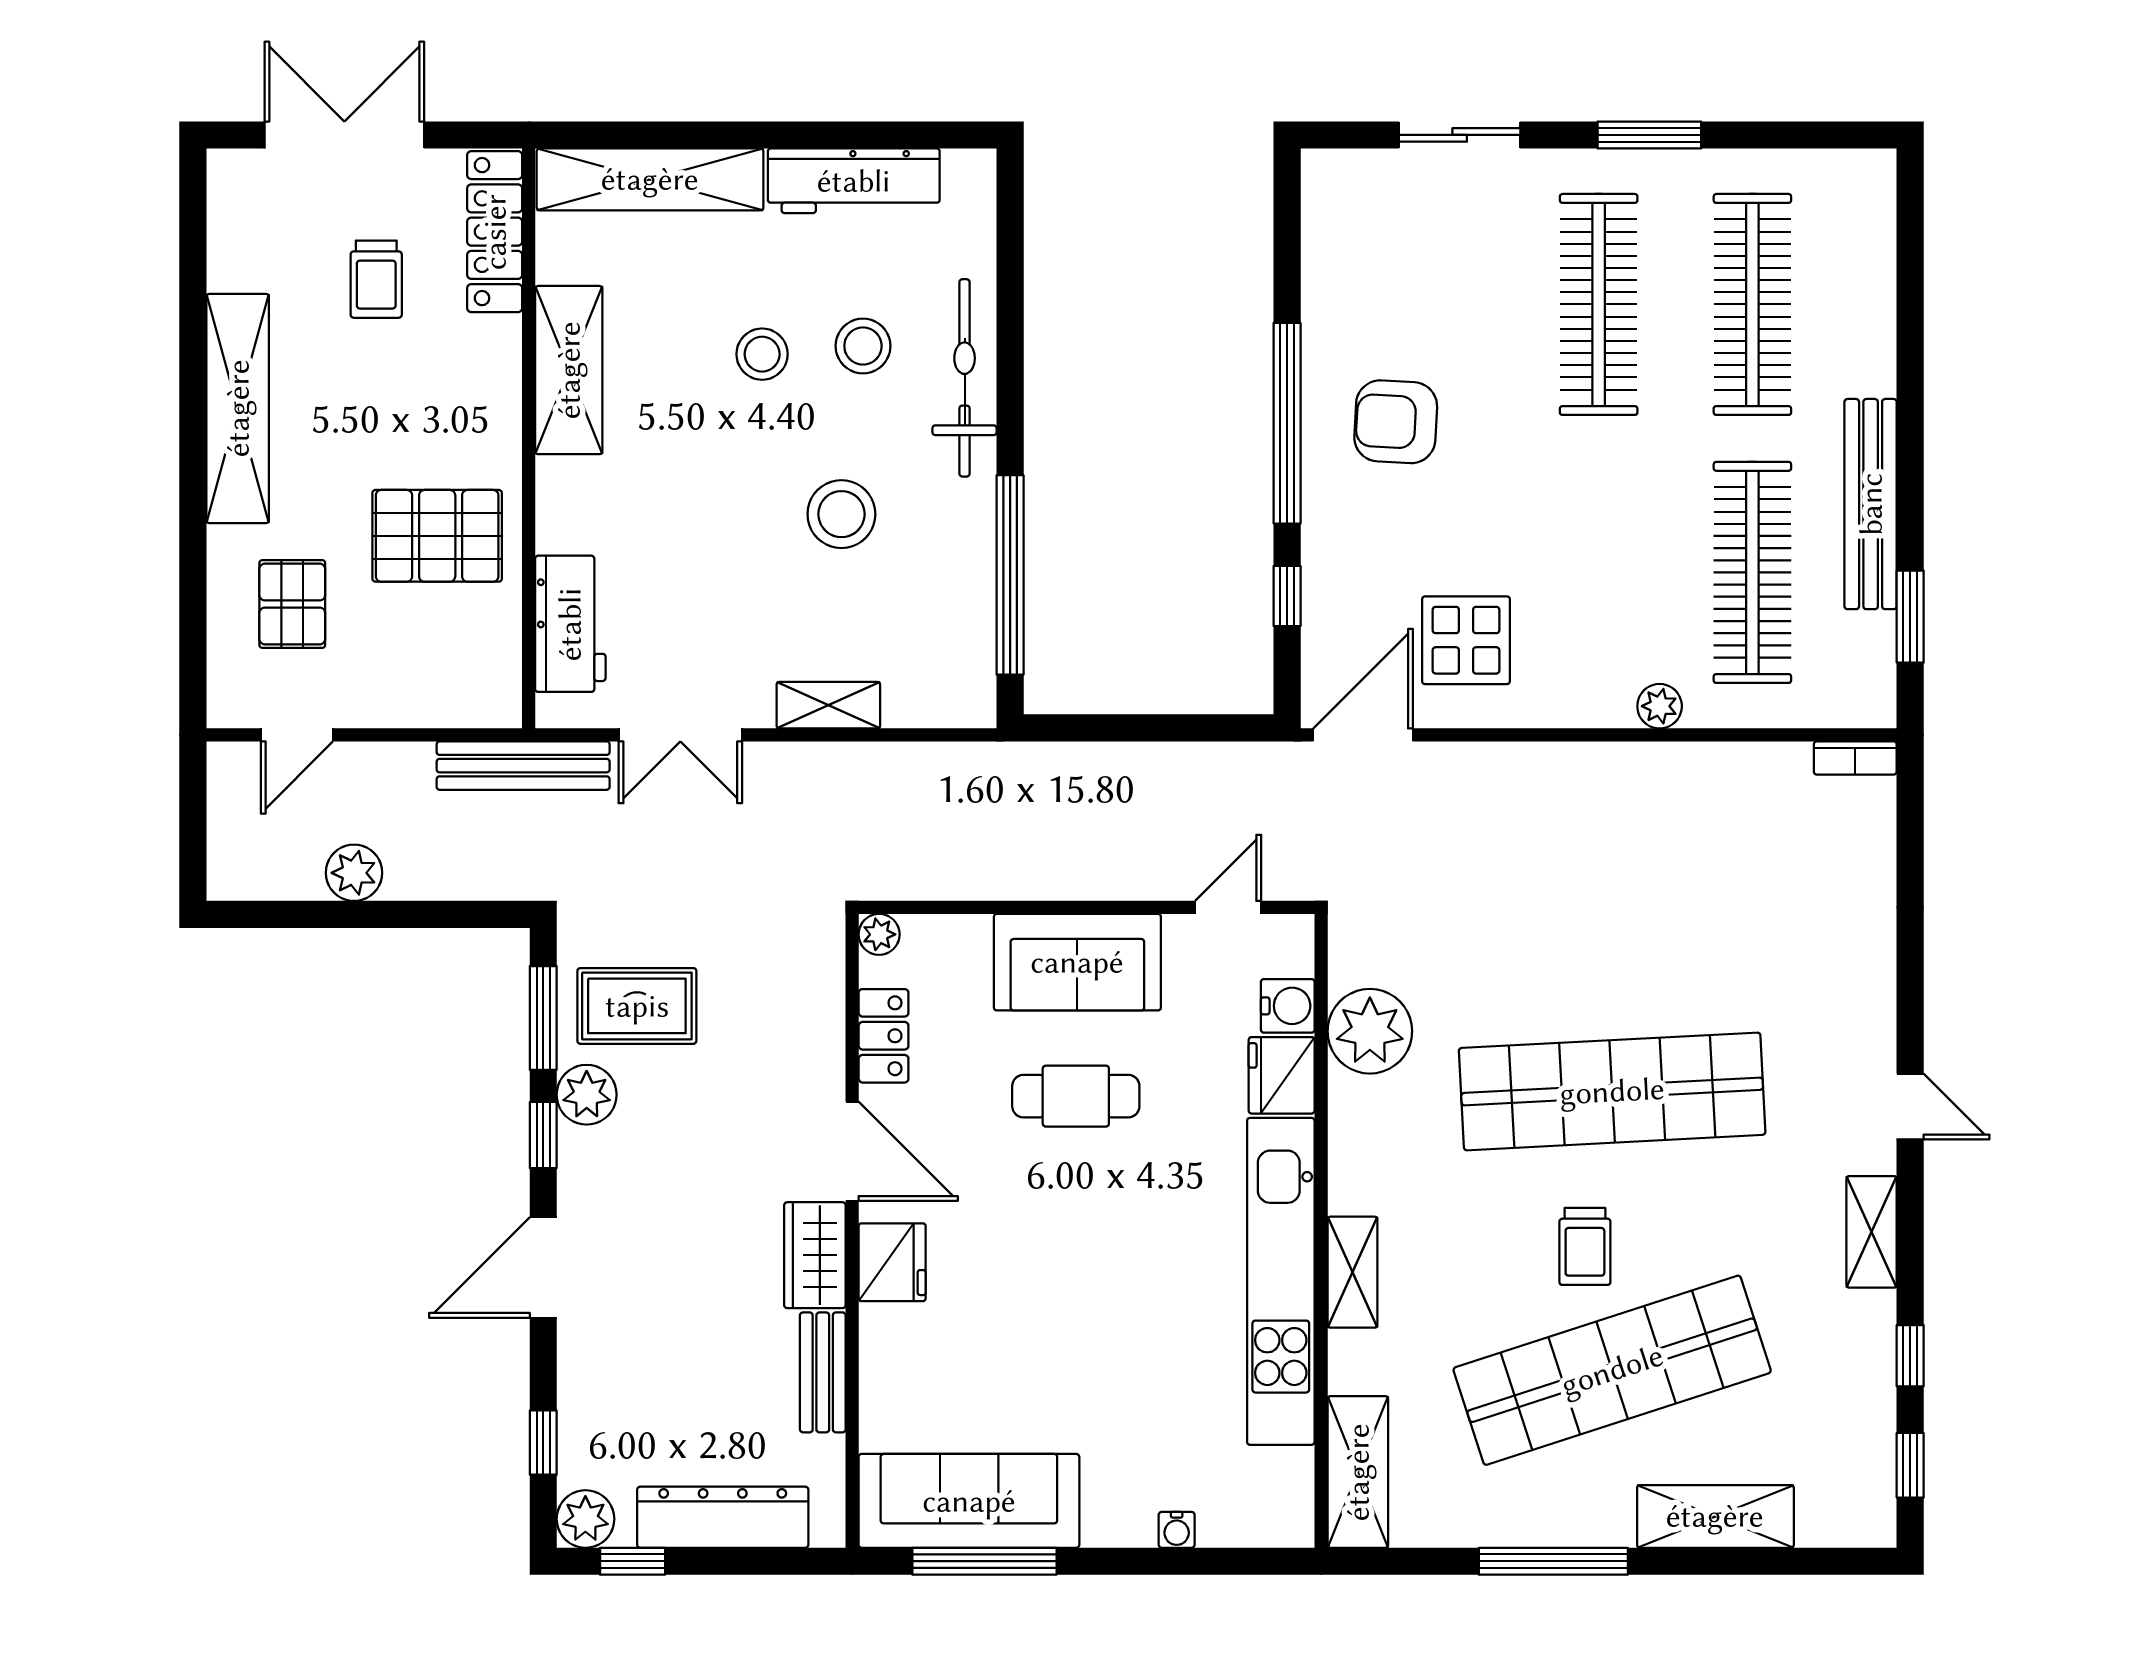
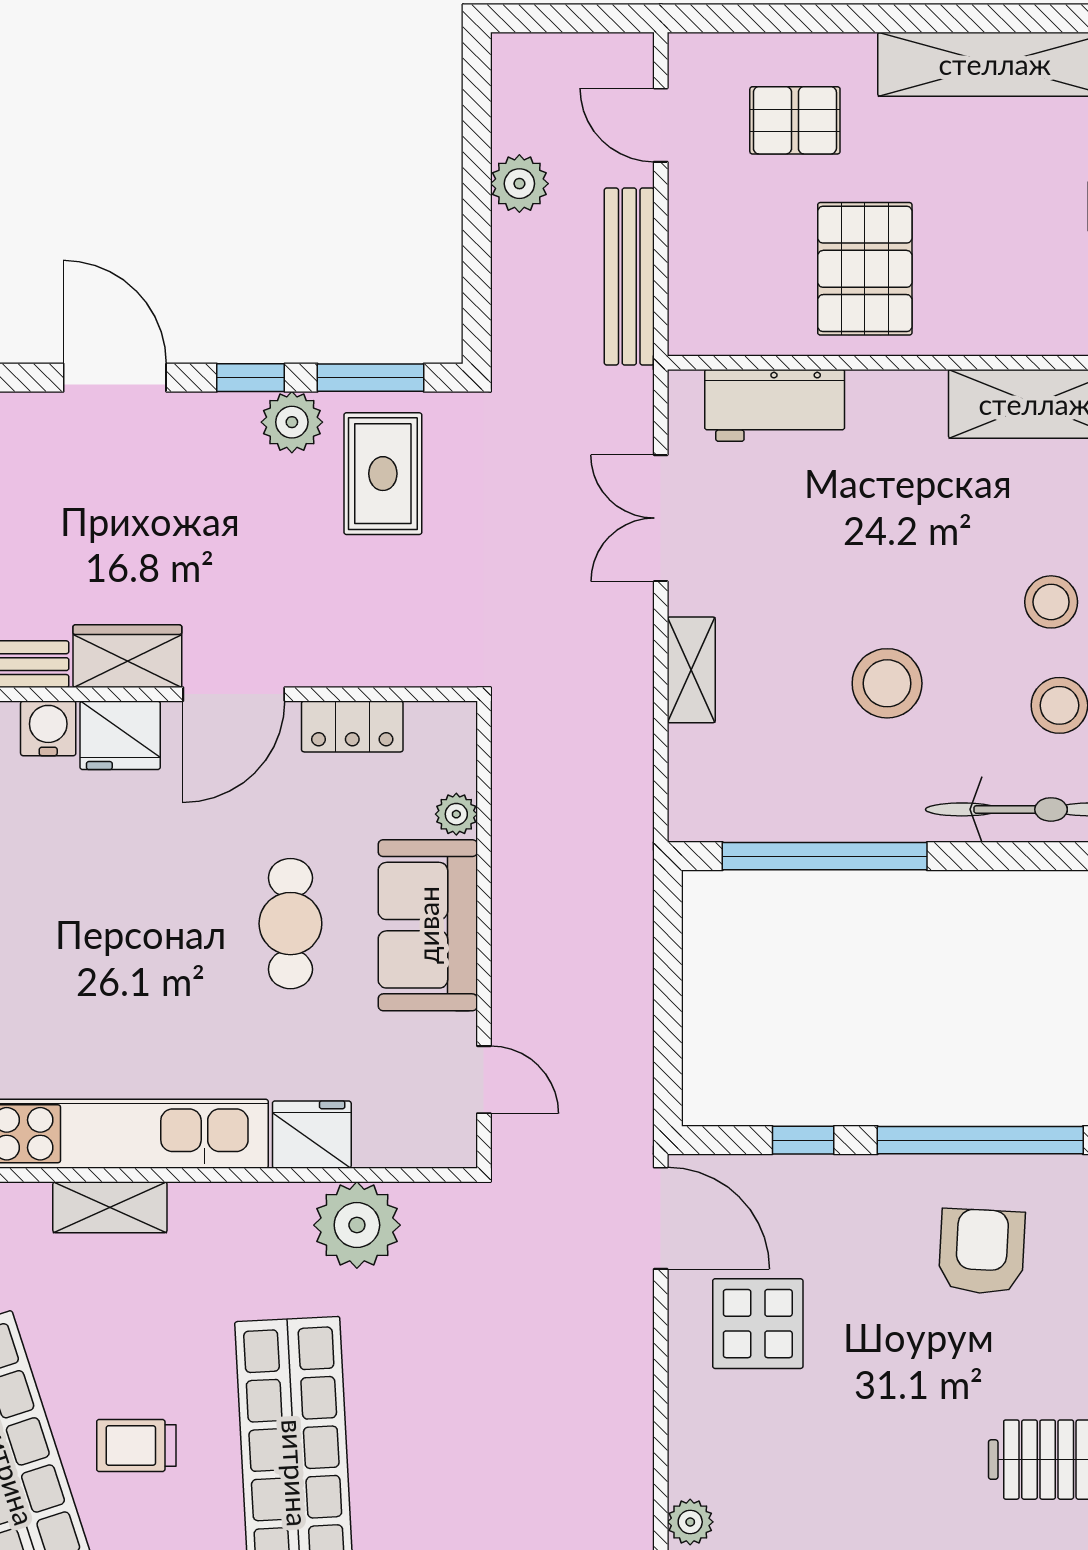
bench: (523, 766) -> (629, 277), moved
plant: (879, 934) -> (456, 814), moved
water cooler: (1288, 1006) -> (48, 728), moved, turned 180

